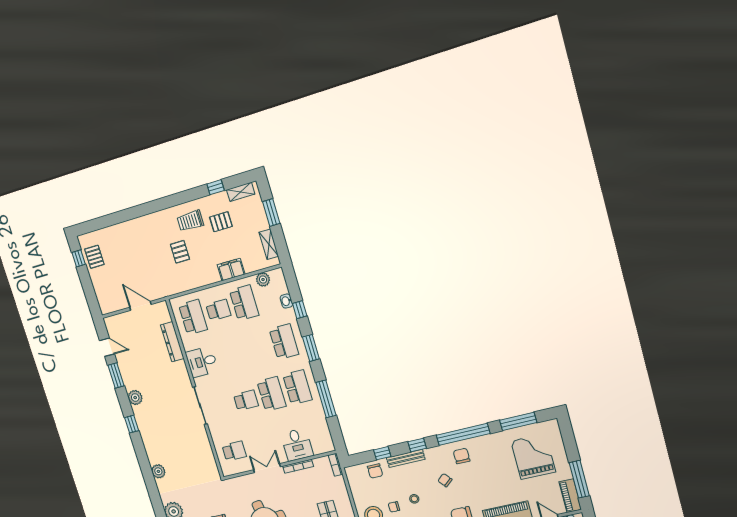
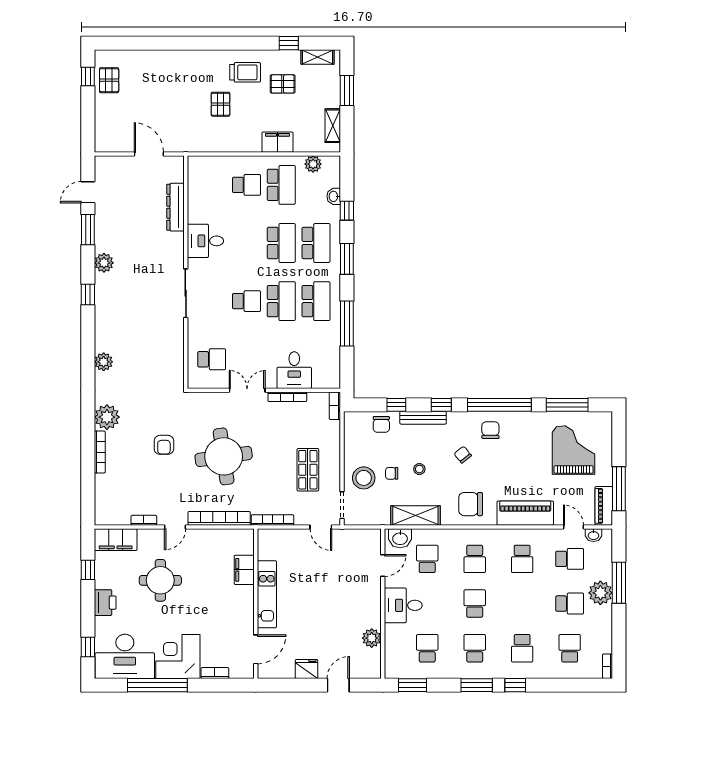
trolley: (190, 221) -> (245, 72), turned 180
school desk: (193, 317) -> (281, 243), moved
door: (107, 347) -> (88, 192), swing flipped

